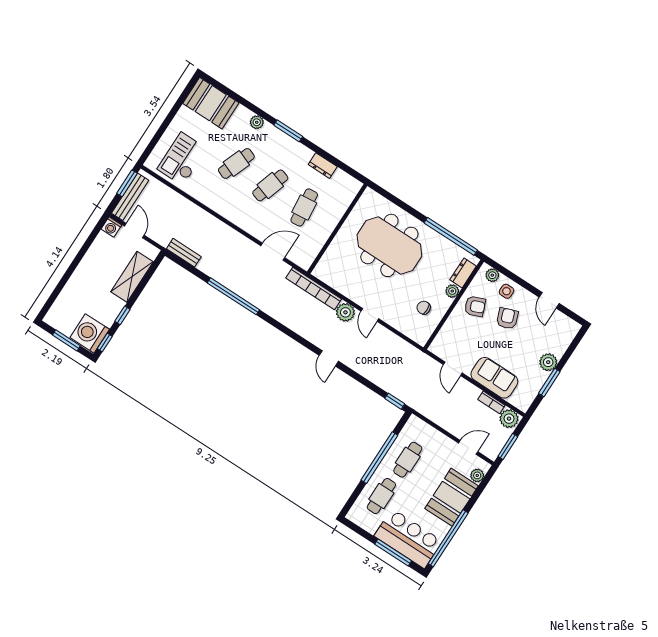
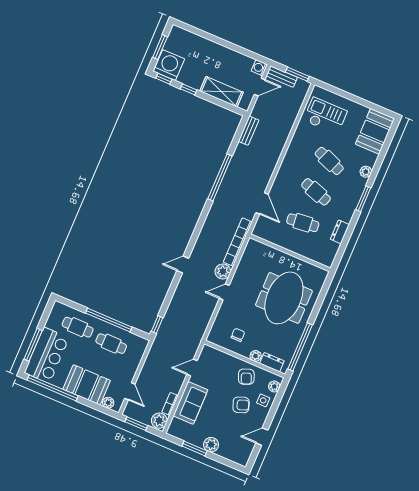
bench: (130, 197) -> (282, 77), width x0.73

